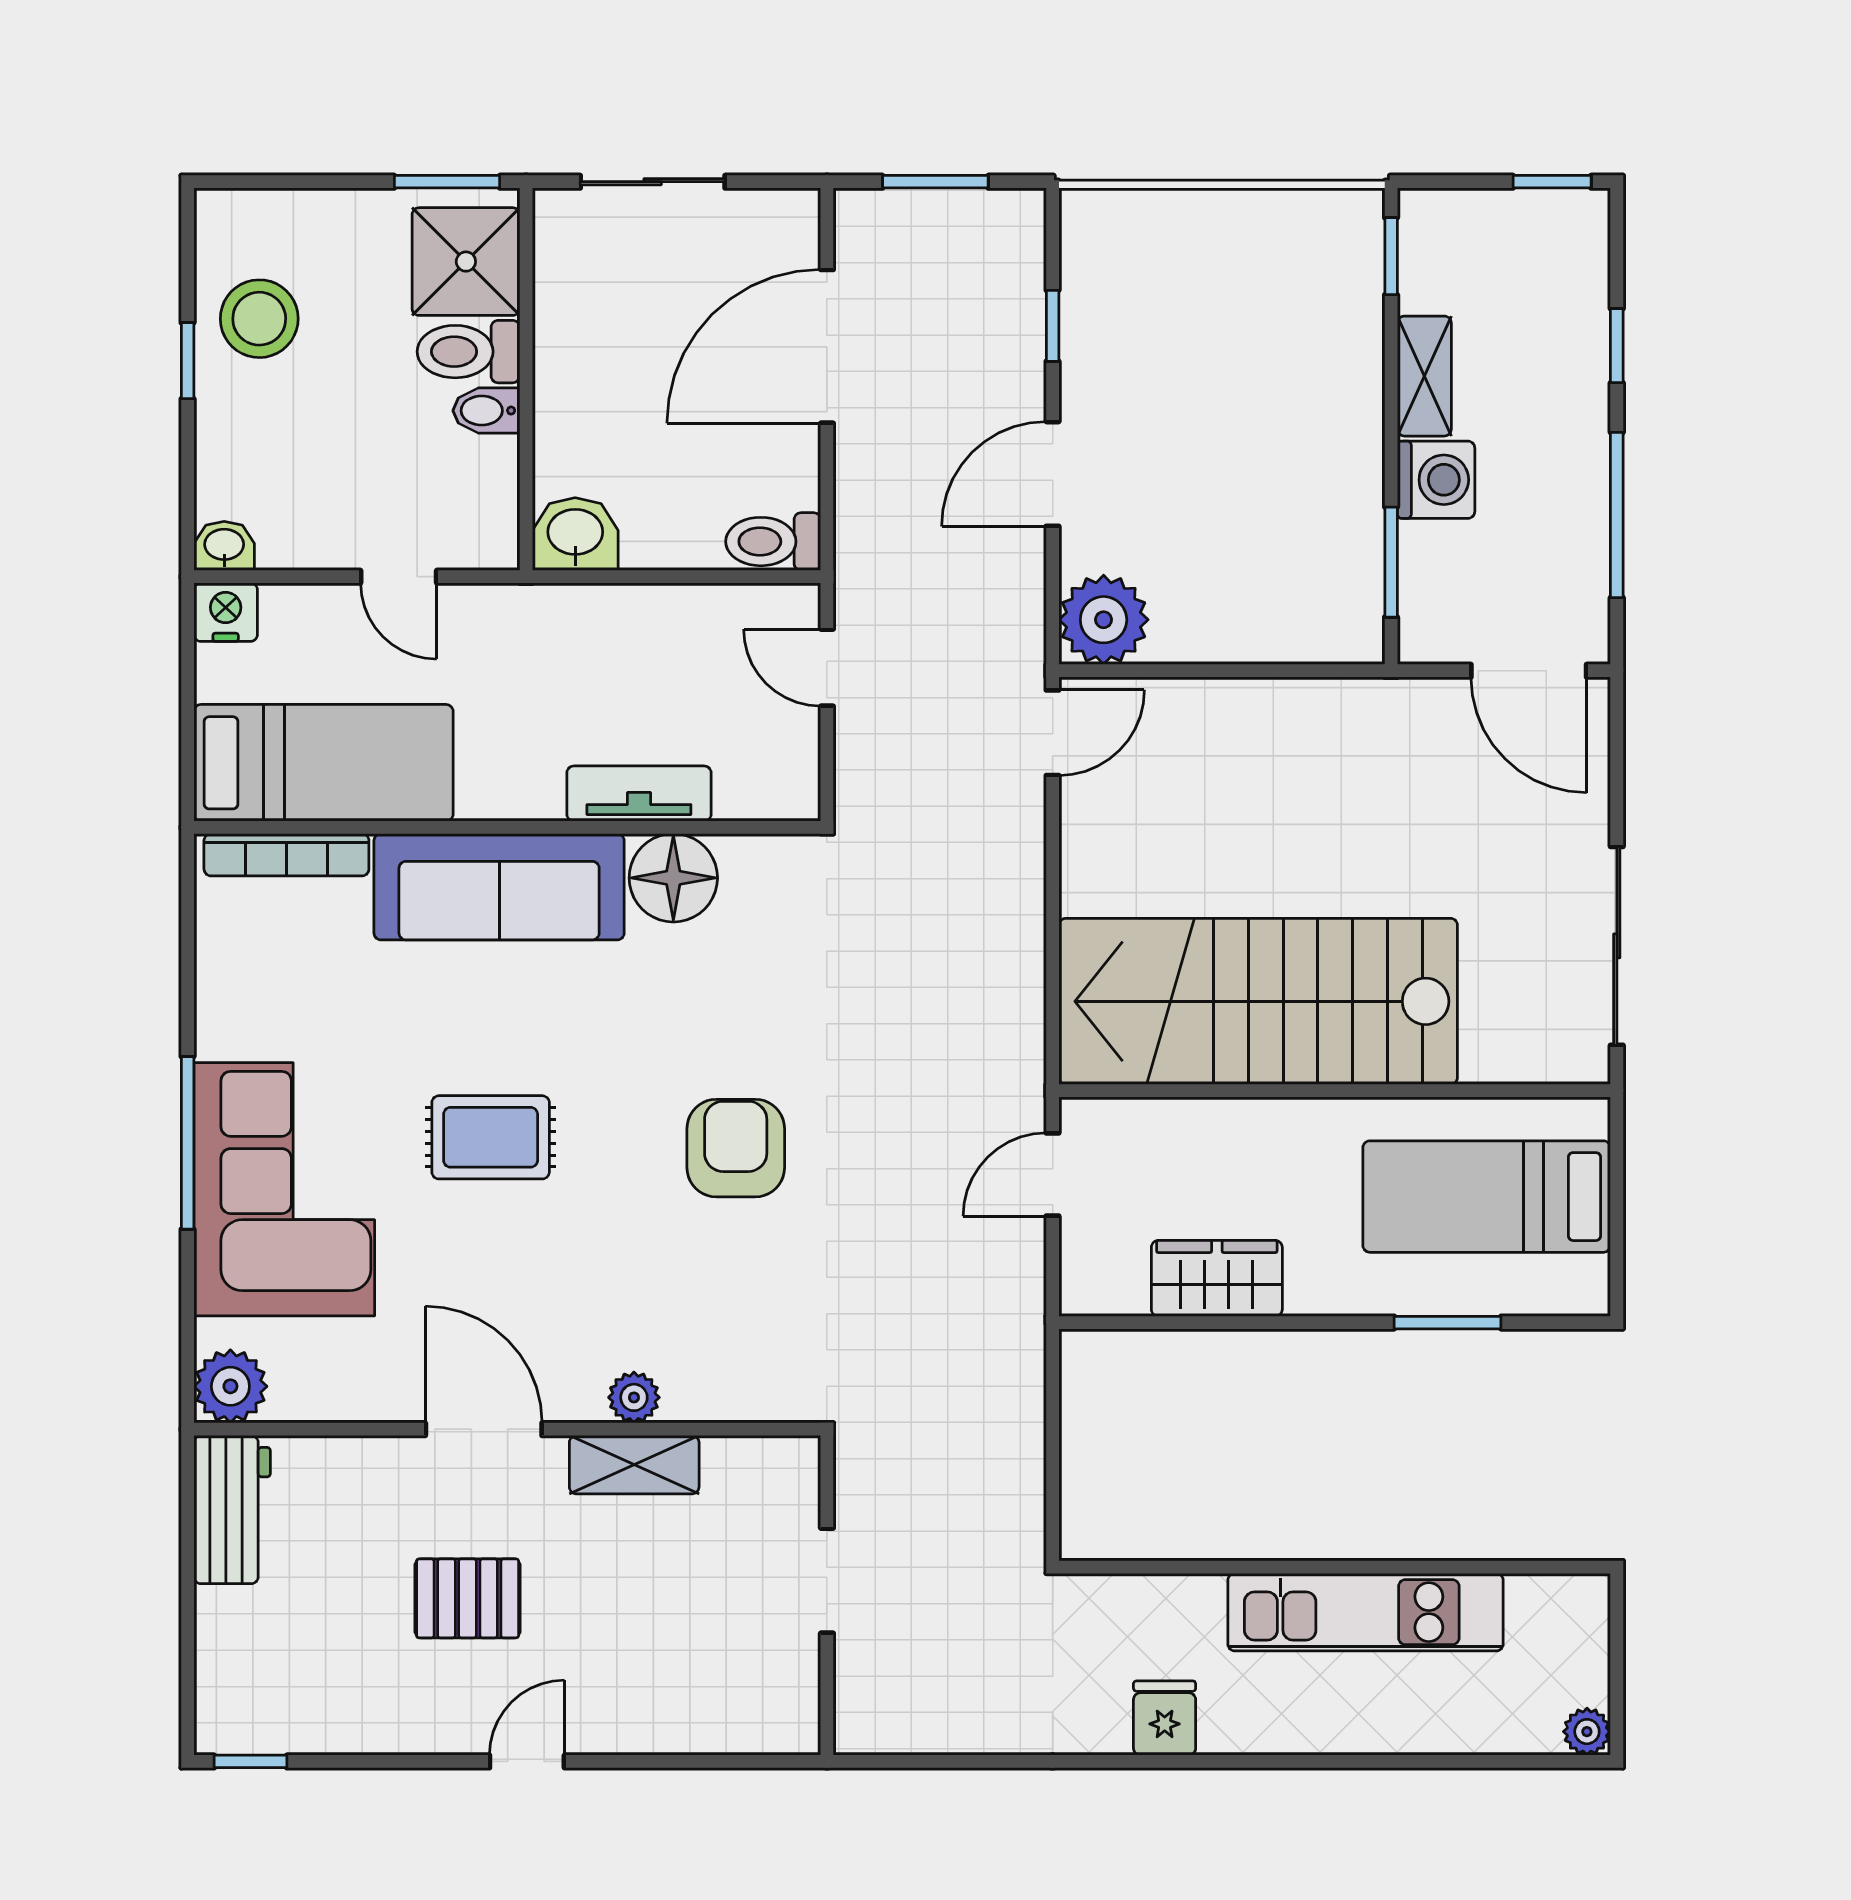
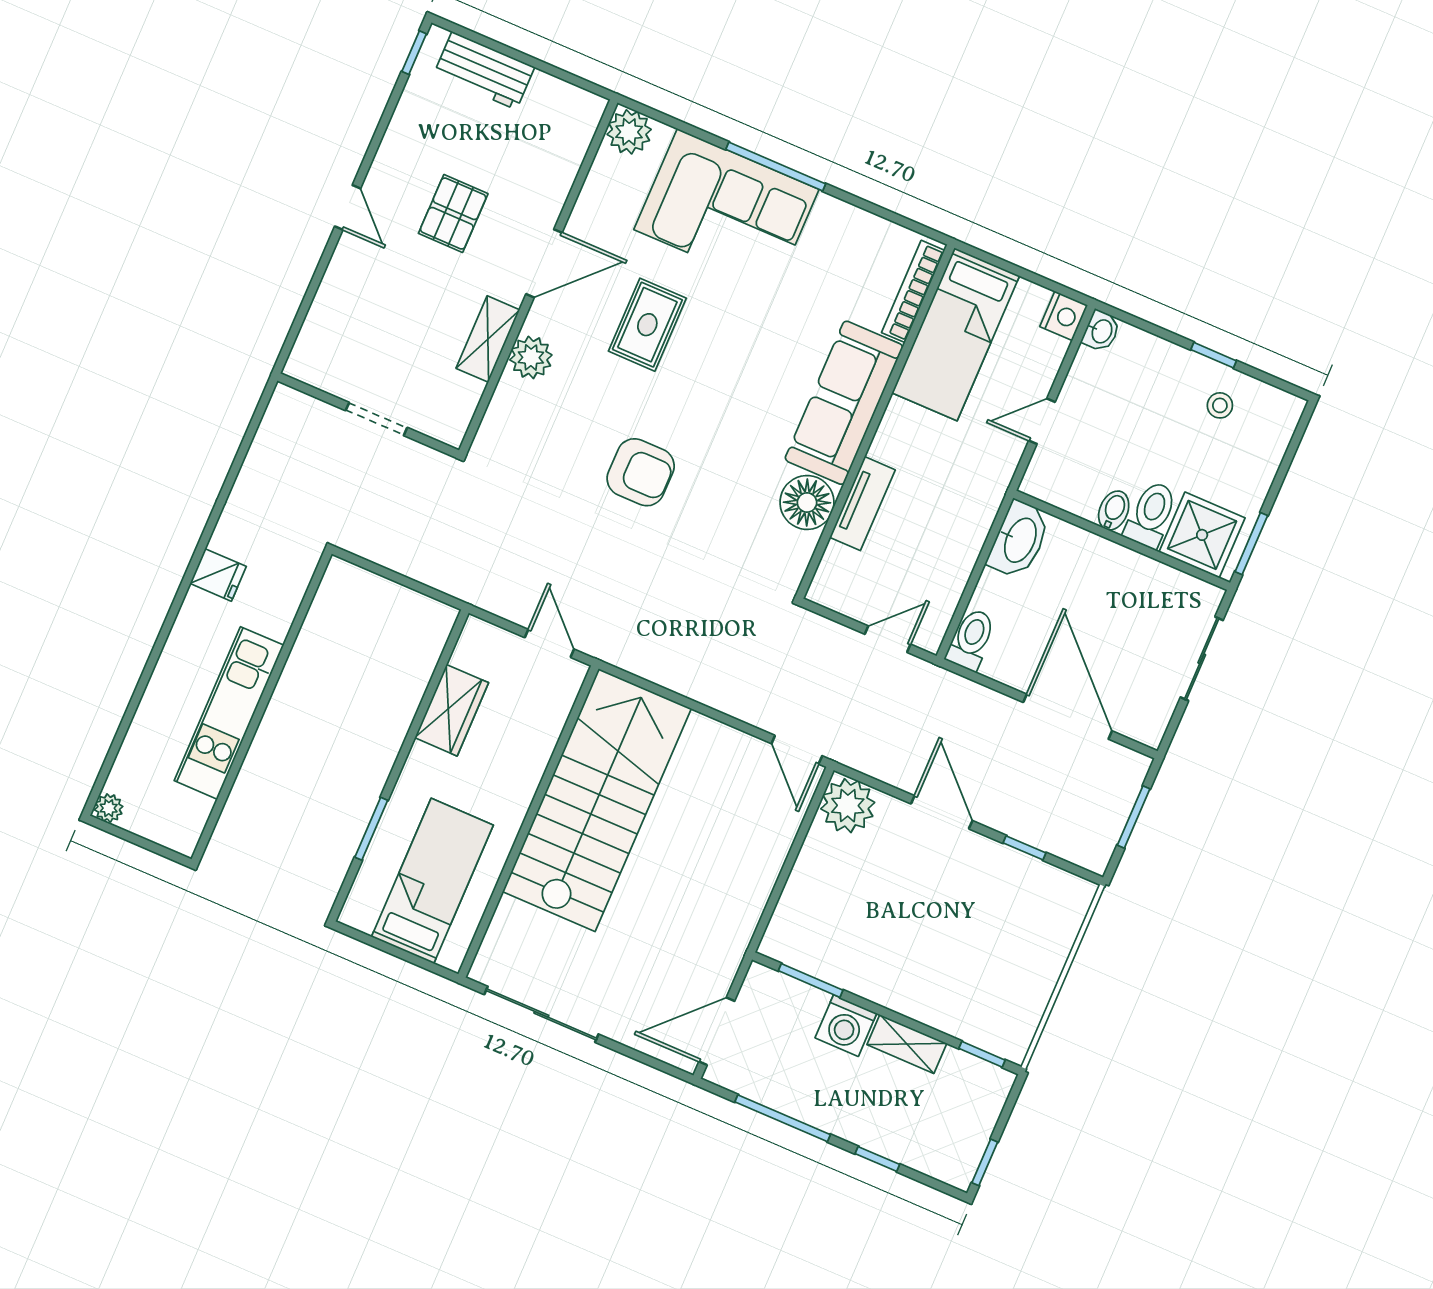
stool: (259, 319) -> (1220, 405), width x0.53, depth x0.53
washbasin: (575, 534) -> (1019, 540), width x1.38
rug: (491, 1137) -> (647, 325), moved
plant: (634, 1397) -> (531, 357), width x1.38, depth x1.38
workbench: (232, 1510) -> (484, 71), moved

